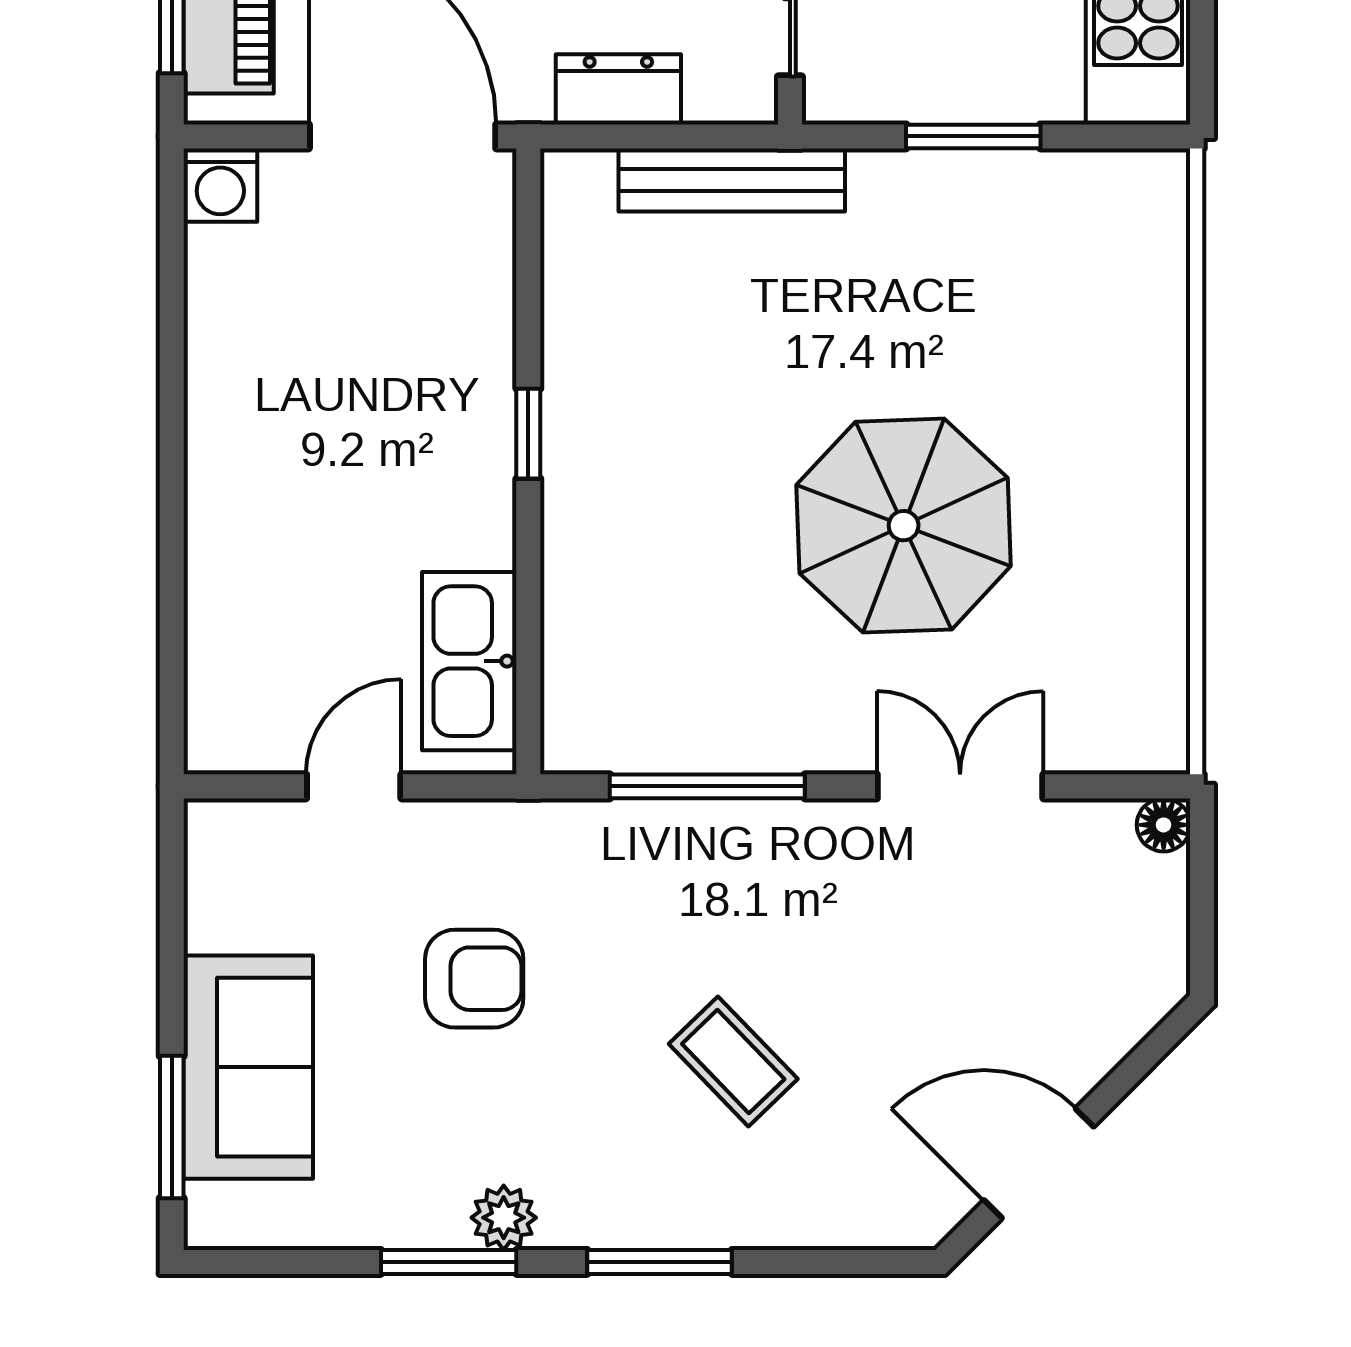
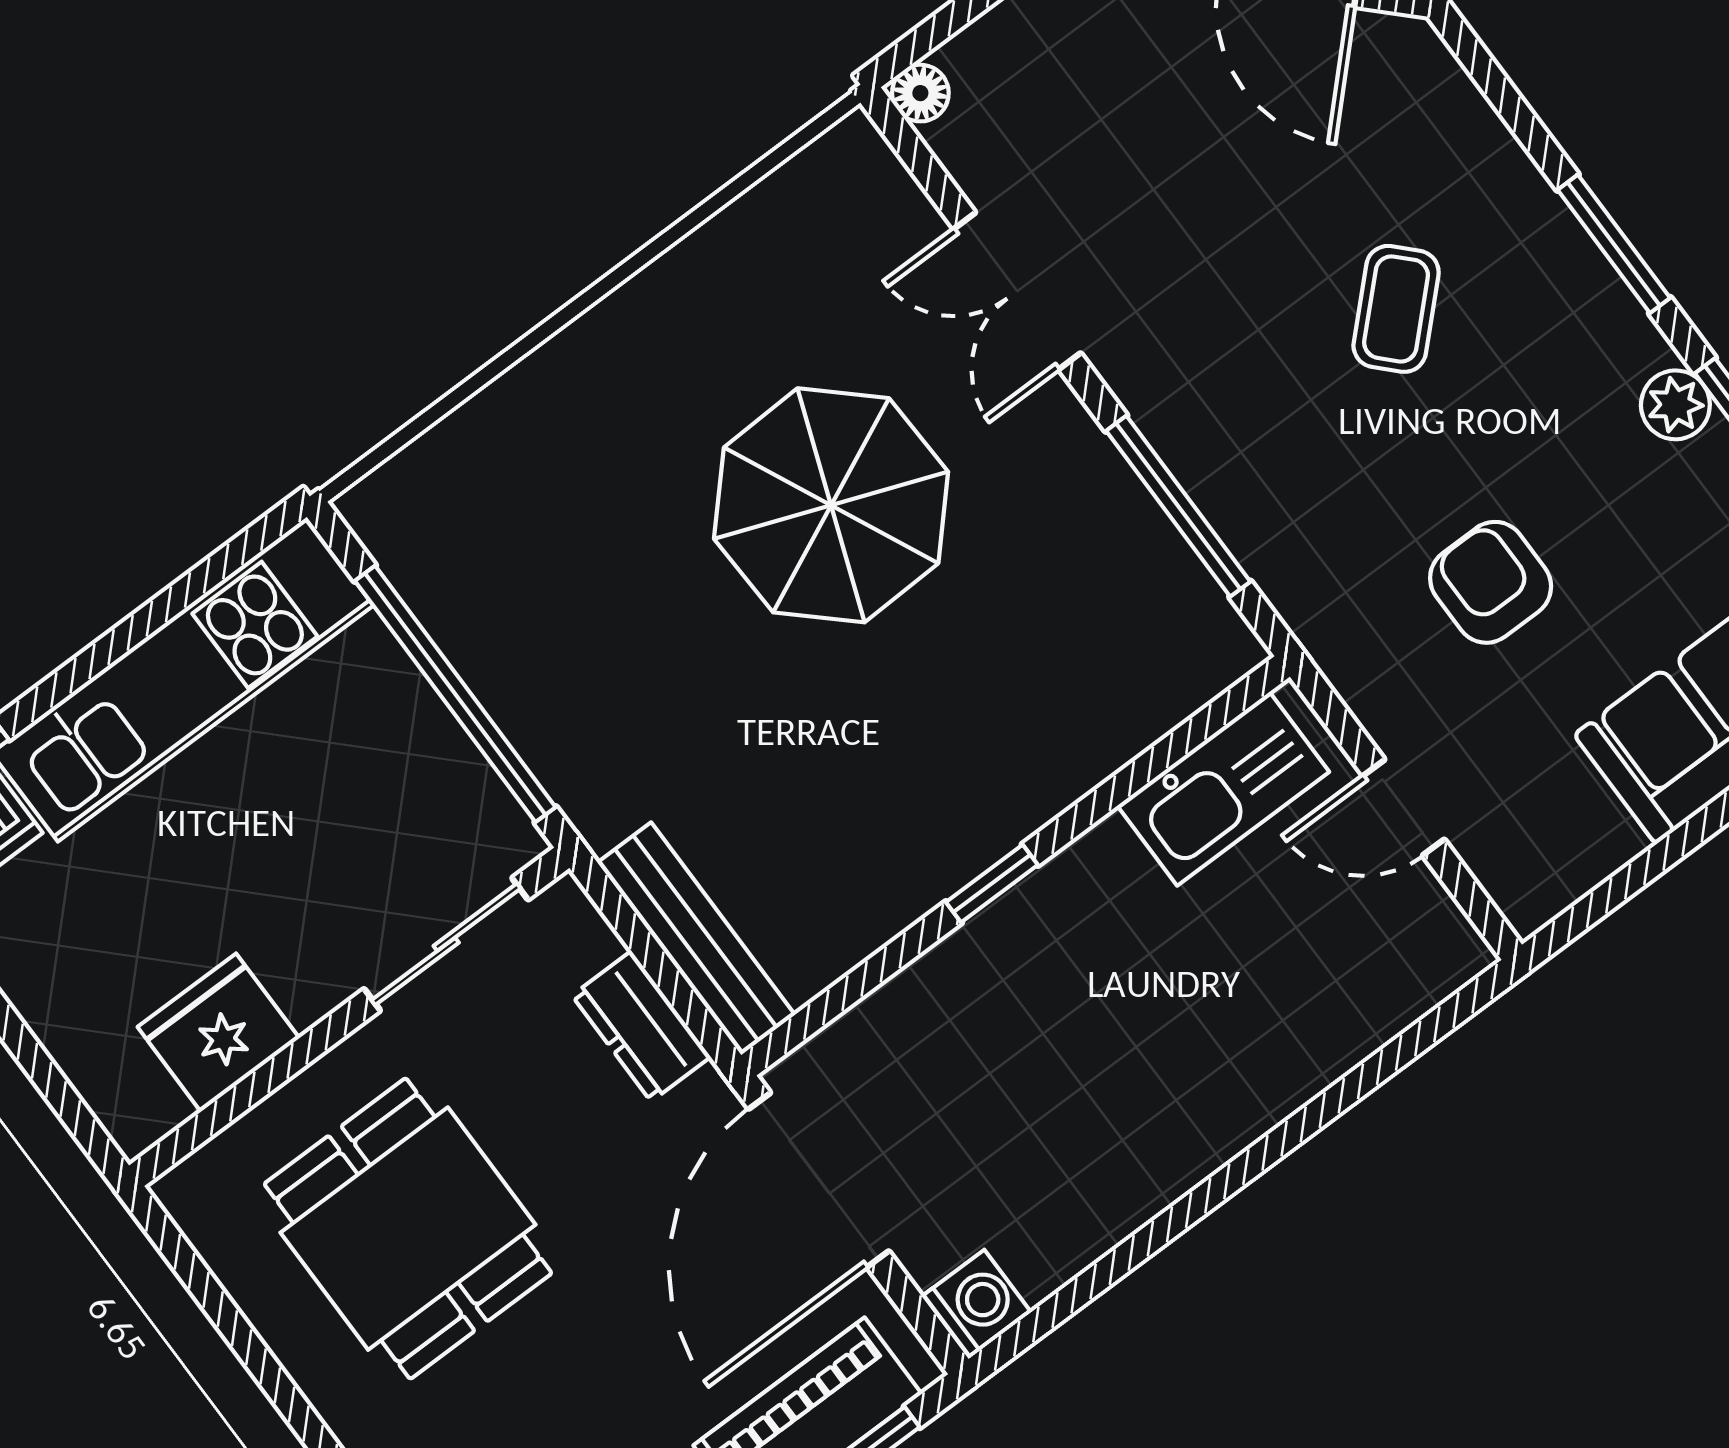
window: (973, 136) -> (455, 694), width x2.11
bench: (732, 180) -> (696, 939), moved

